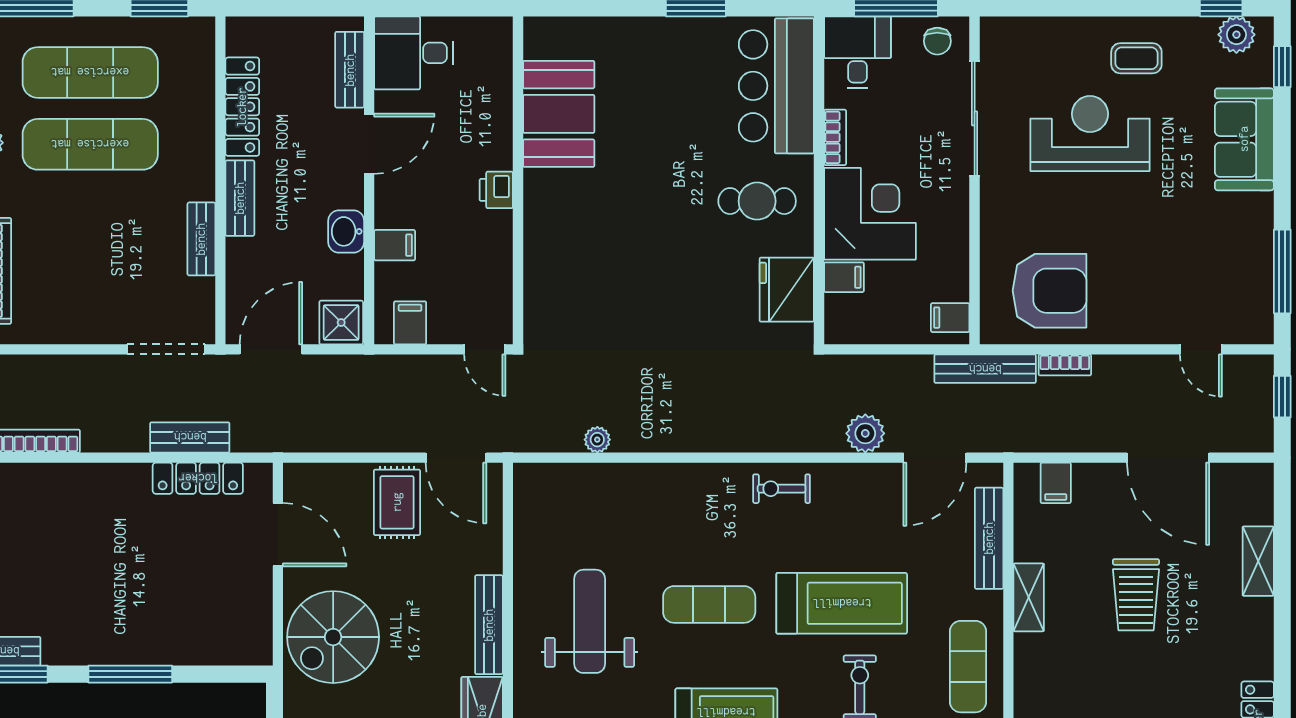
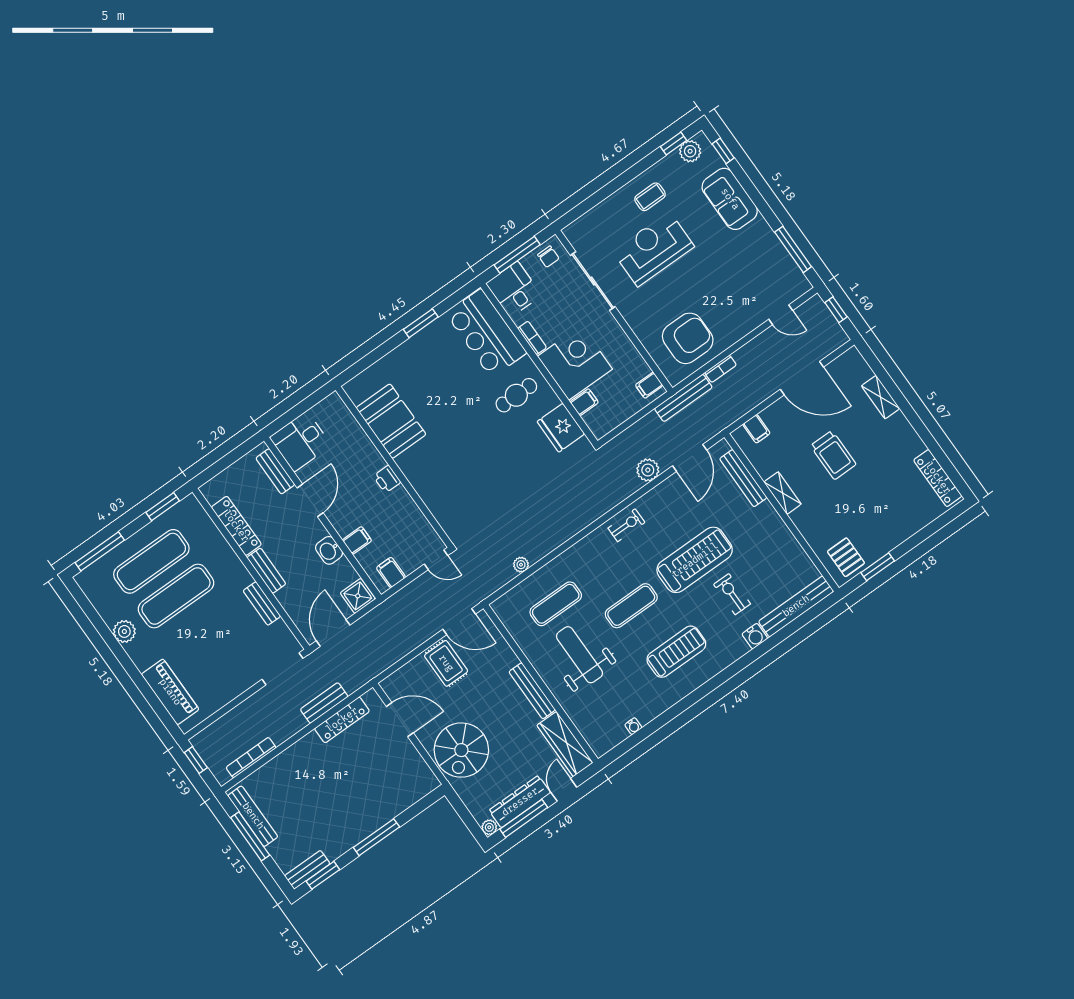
exercise bike: (782, 489) -> (626, 525), turned 180
exercise mat: (968, 667) -> (556, 604), moved, turned 90

